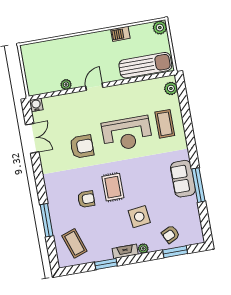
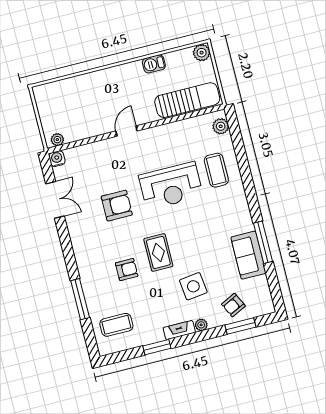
plant: (66, 85) -> (57, 140), moved
sofa: (183, 179) -> (248, 255), moved
coffee table: (74, 243) -> (116, 325), turned -71

